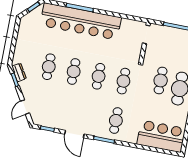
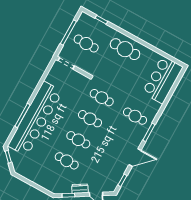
dresser: (19, 72) -> (80, 189), moved
cafe table: (161, 81) -> (86, 44), moved

